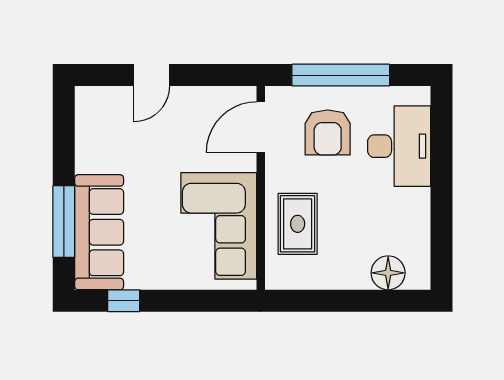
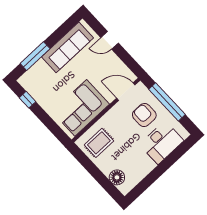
armchair: (328, 132) -> (144, 115), turned 90
rug: (298, 224) -> (99, 143), moved
sofa: (99, 232) -> (68, 47), moved

